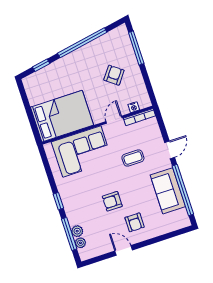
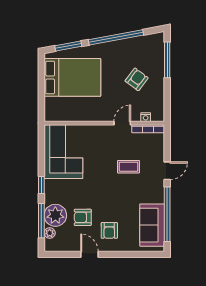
window: (41, 65) -> (68, 46), width x1.50
bed: (62, 116) -> (72, 77), moved
corner sofa: (82, 151) -> (63, 152), moved, turned -90
sofa: (168, 191) -> (152, 225), moved
armchair: (112, 201) -> (83, 217), moved
plant: (77, 231) -> (55, 215), width x1.87, depth x1.87

